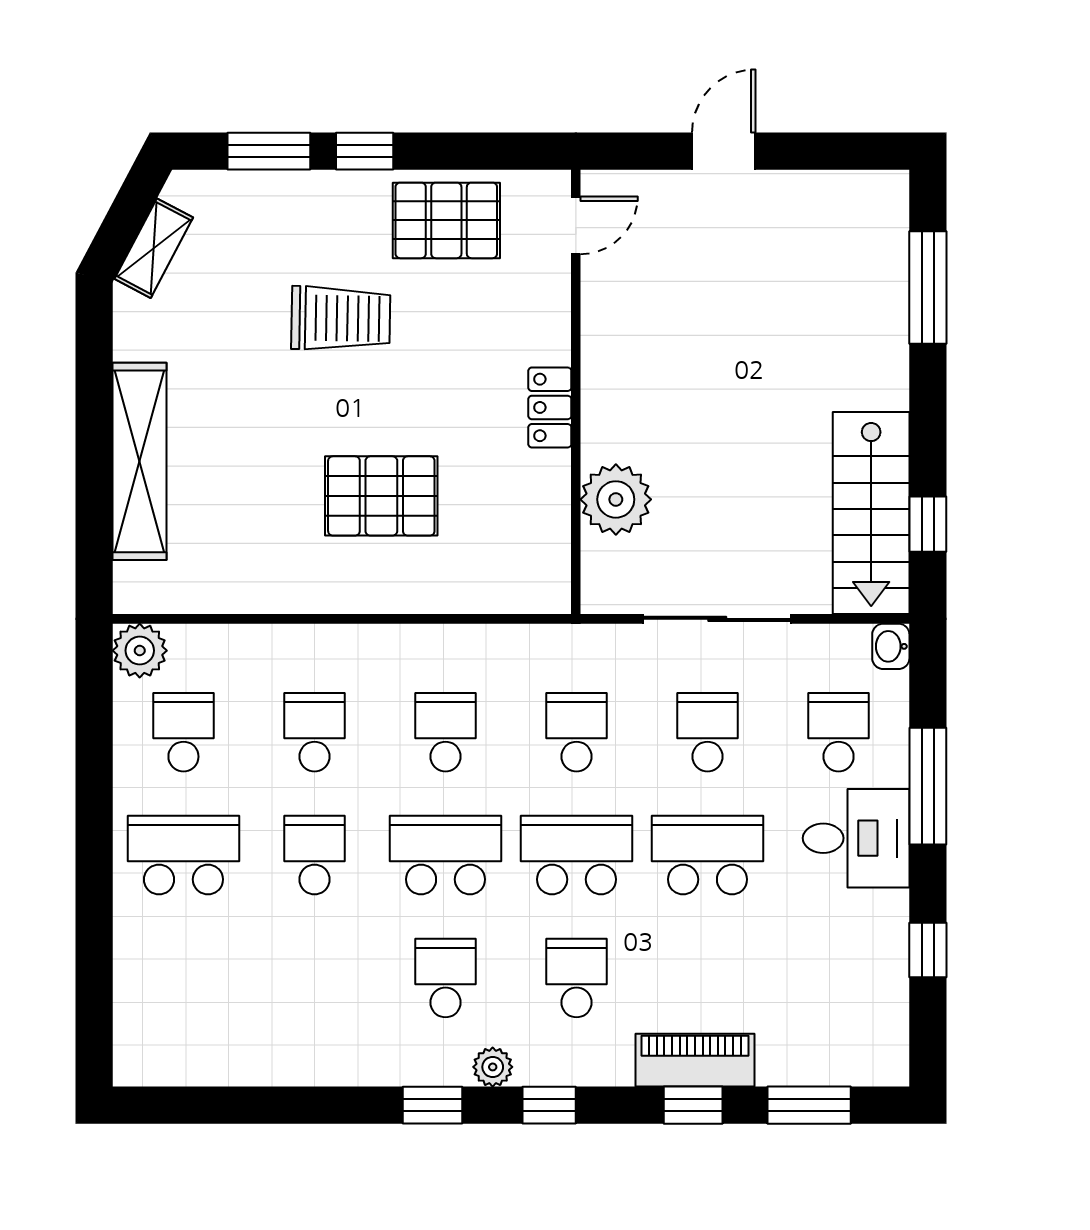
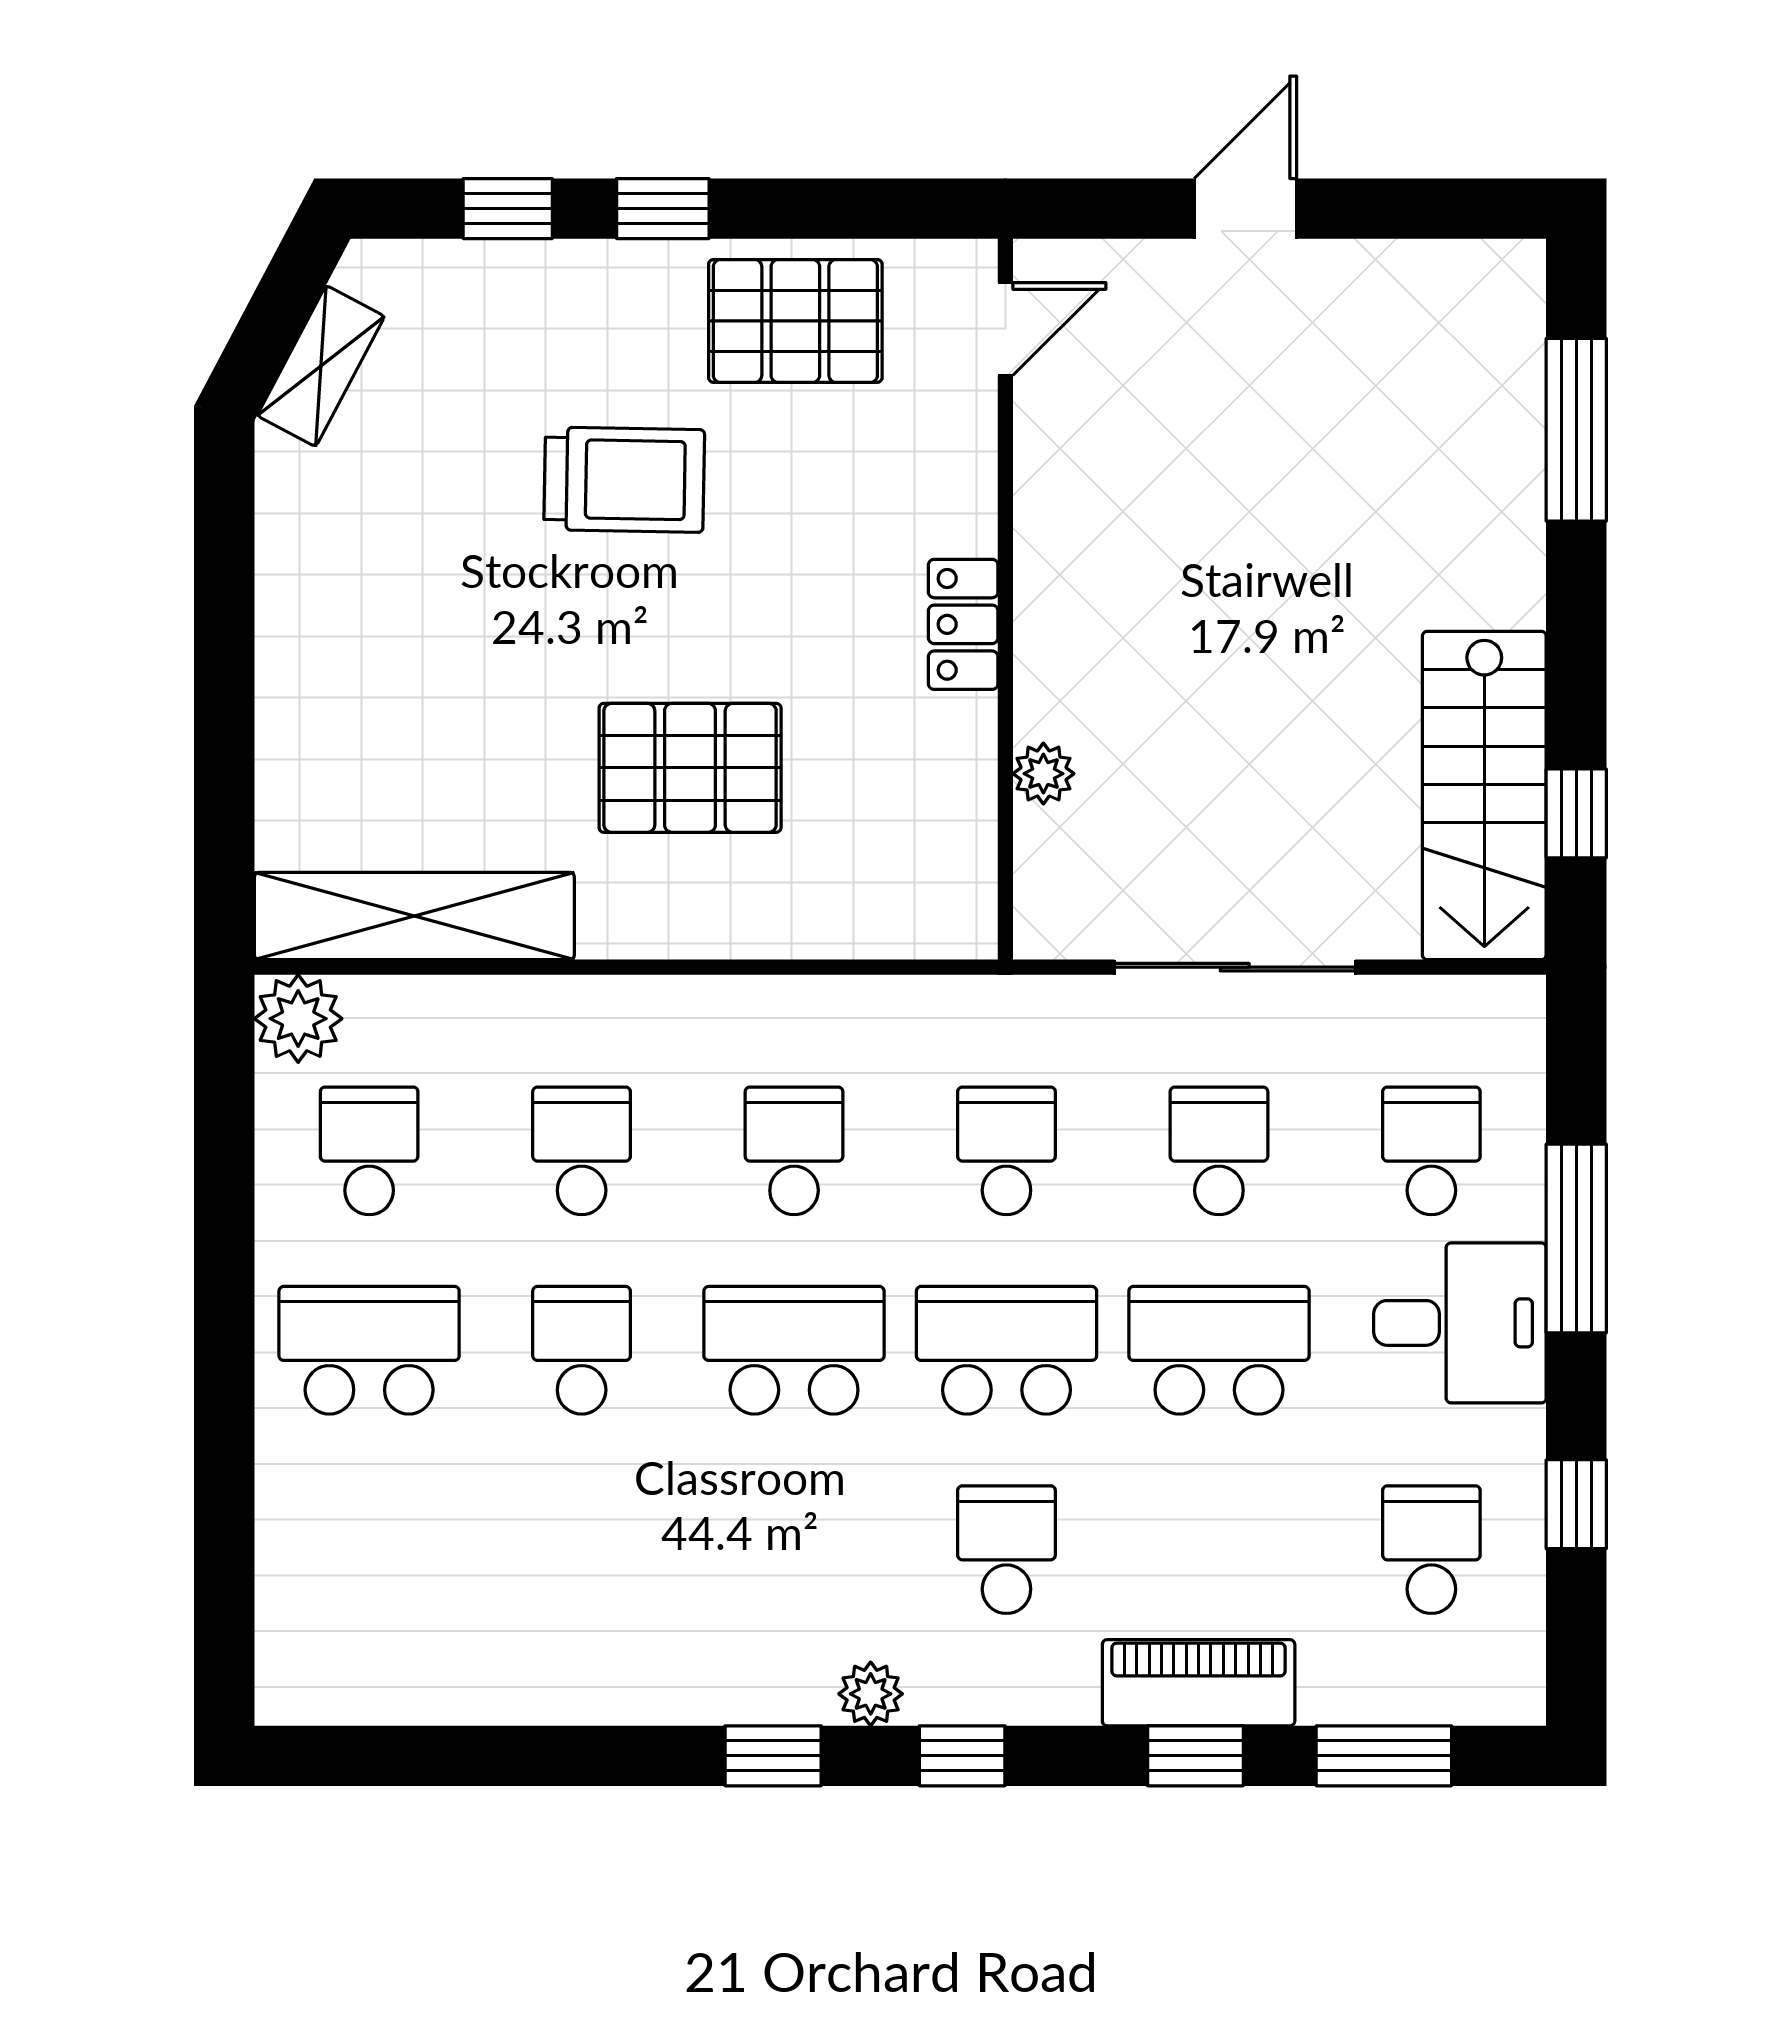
window: (269, 151) -> (508, 209), width x0.67
shelving: (140, 461) -> (414, 916), moved, turned 90
plant: (616, 499) -> (1043, 774), width x0.53, depth x0.53
washbasin: (891, 646) -> (1516, 1012), removed
school desk: (445, 978) -> (1431, 1550), moved

